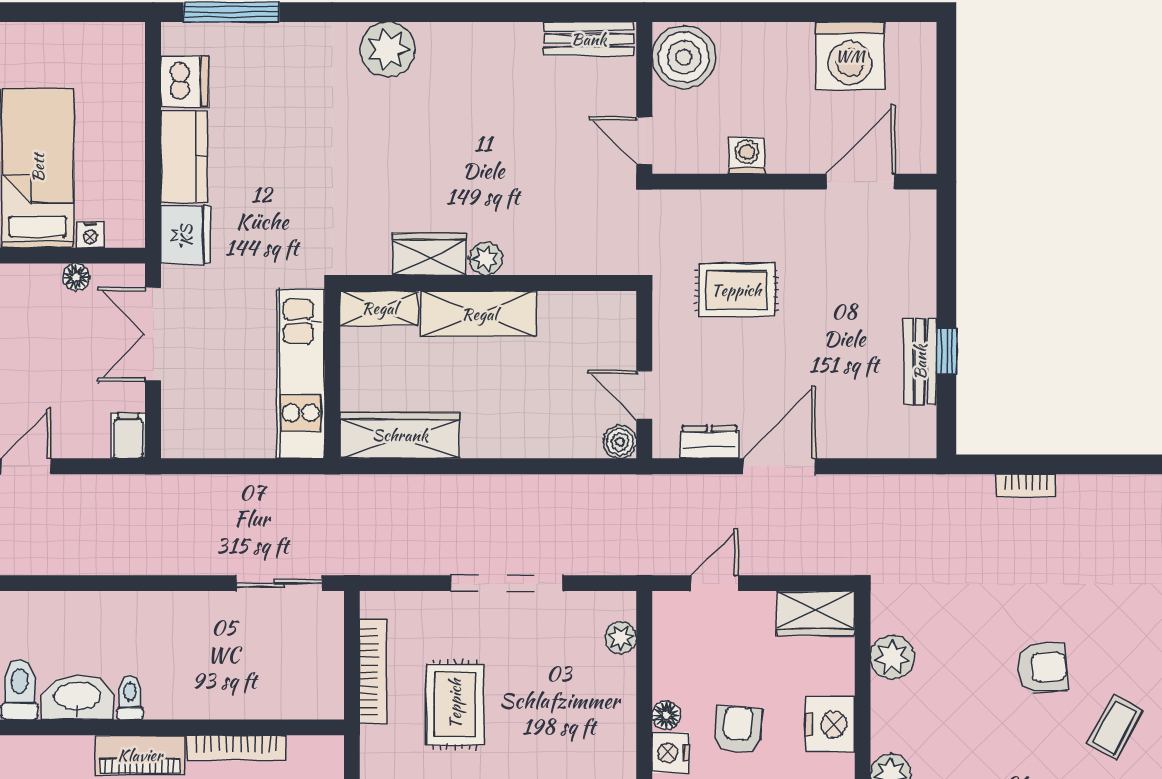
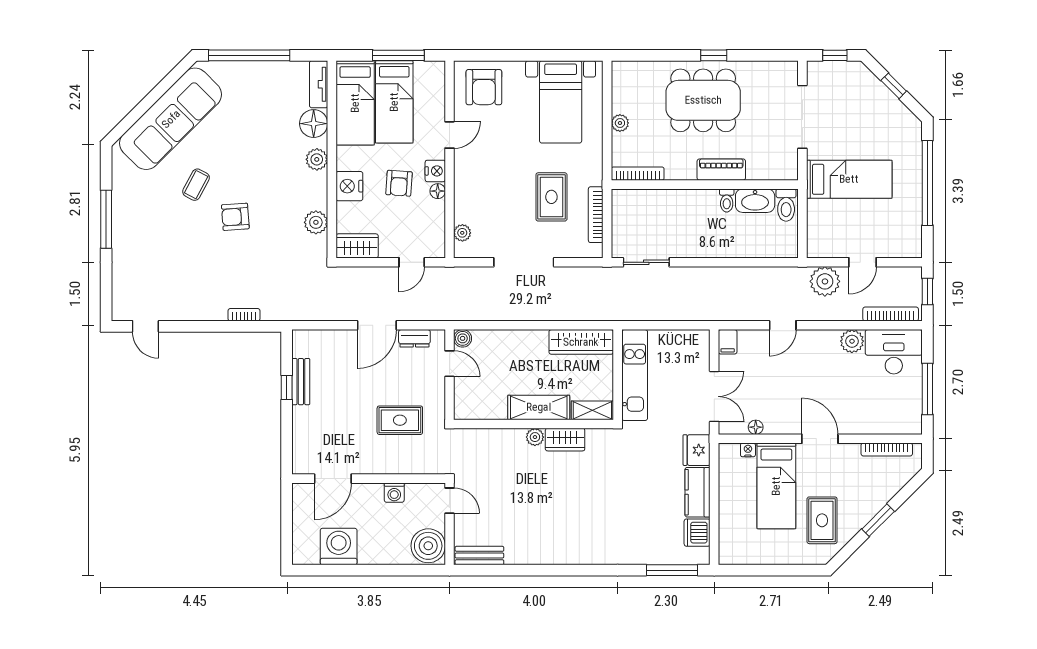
plant: (388, 49) -> (588, 550), removed
bookcase: (237, 748) -> (638, 174), moved

